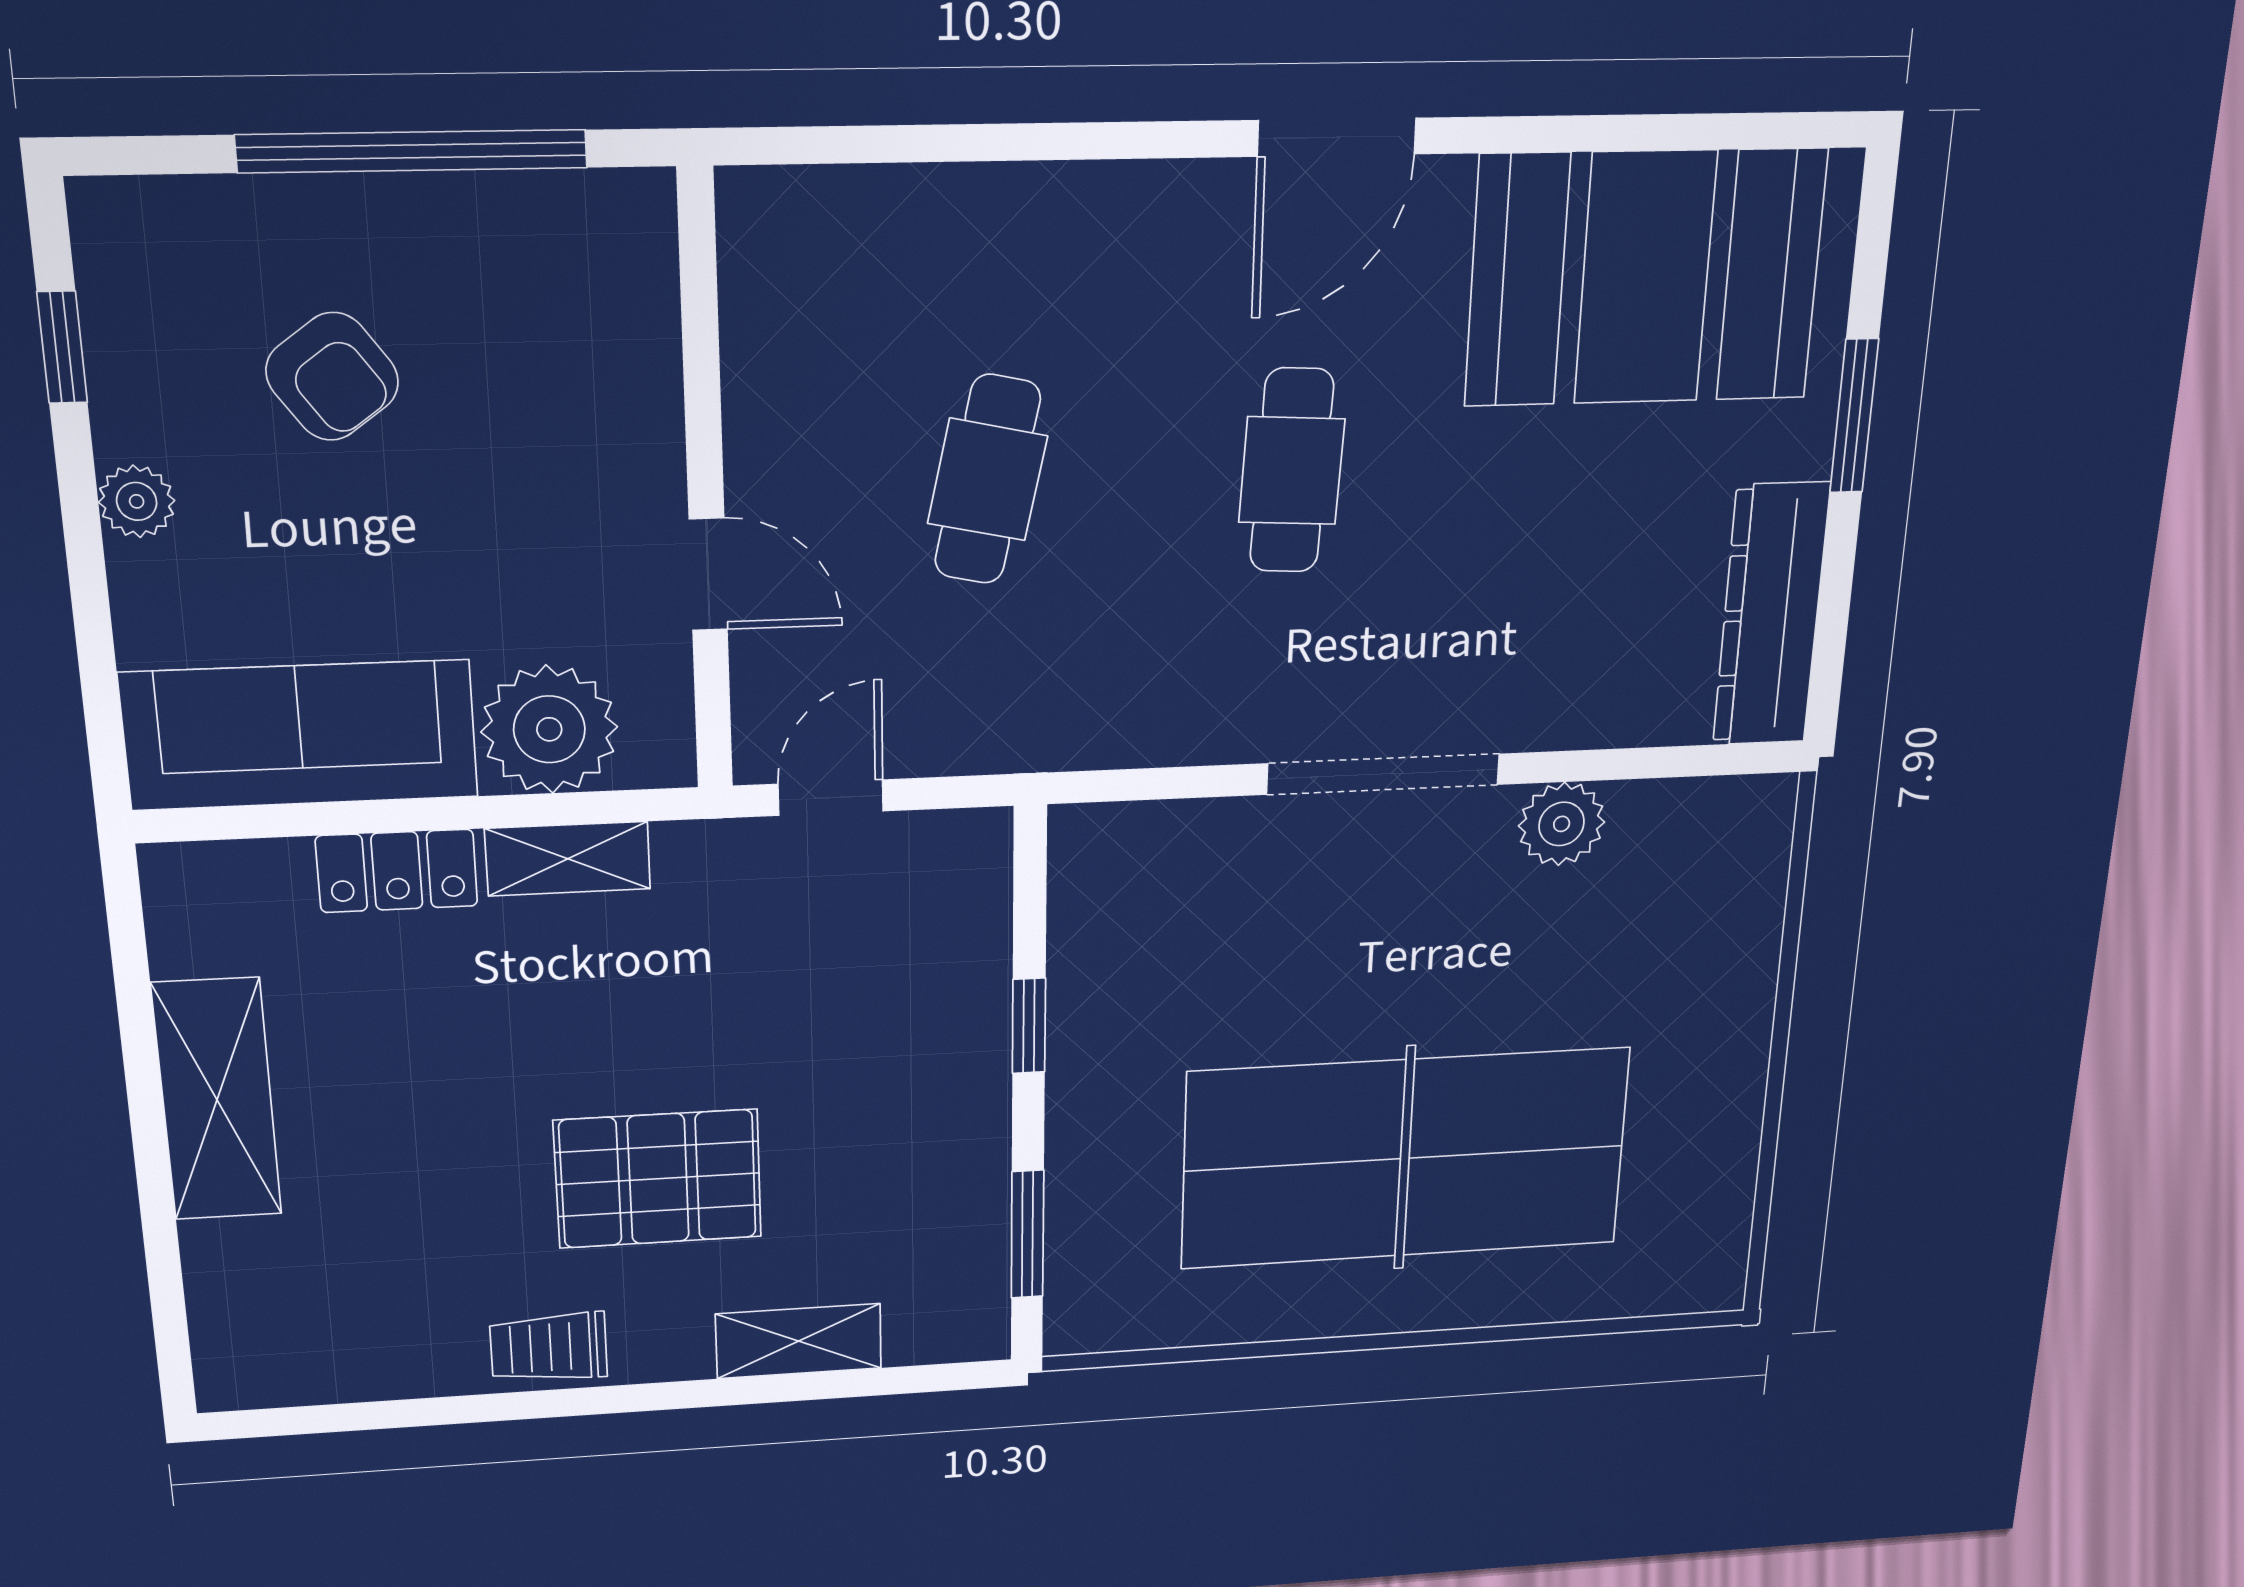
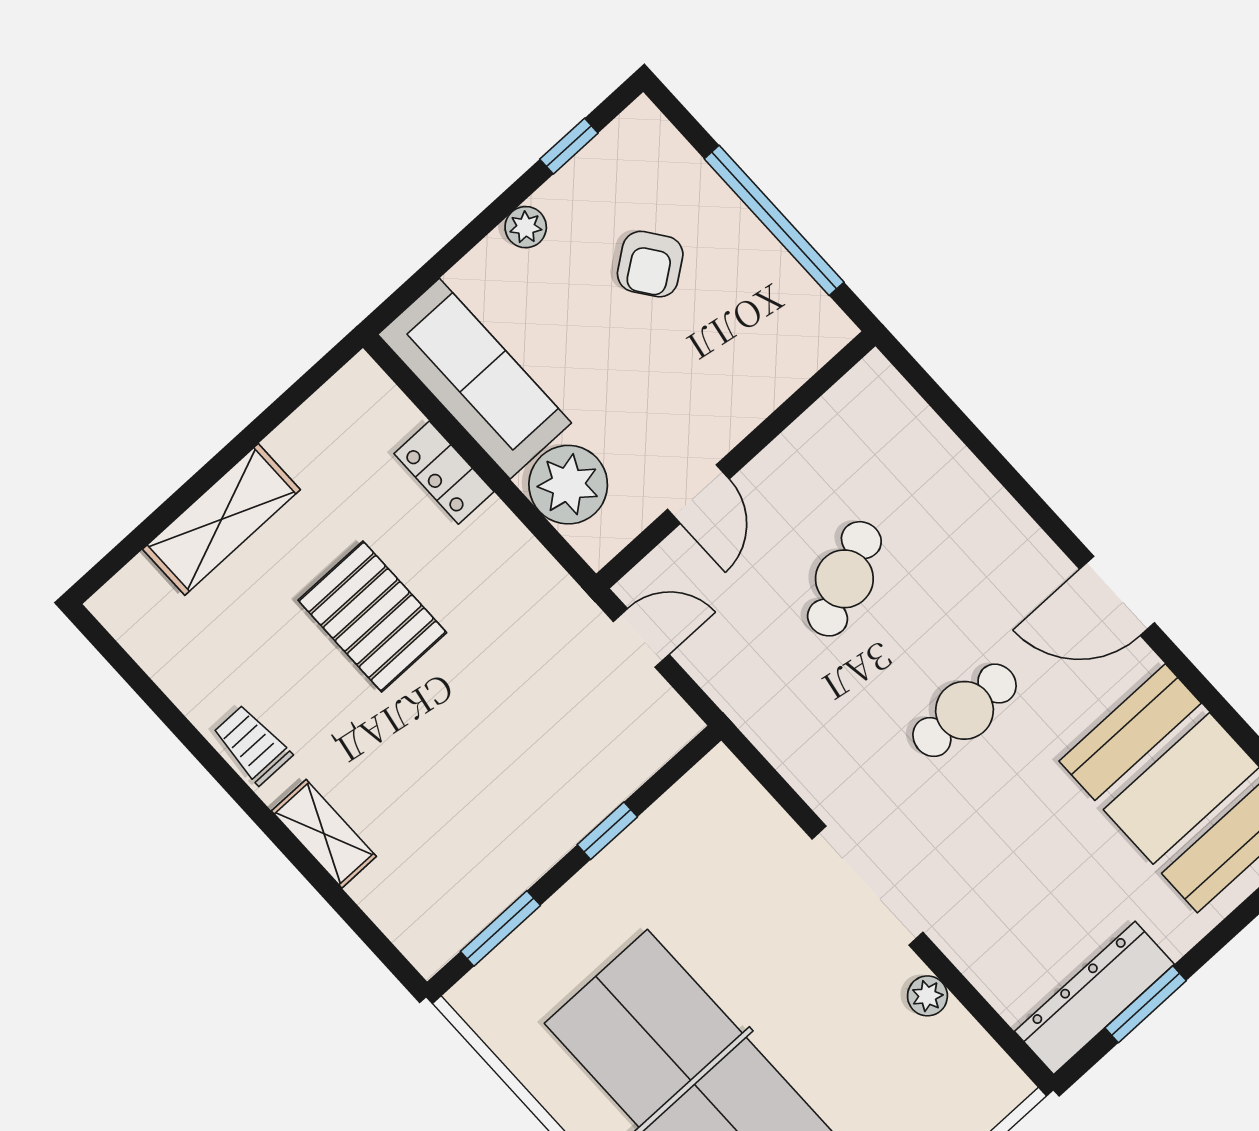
window: (1854, 416) -> (1146, 1004), moved
cafe table: (987, 480) -> (844, 579), turned -36
plant: (1562, 824) -> (927, 996), width x0.73, depth x0.73
shelving: (568, 859) -> (513, 544), removed
shelving: (217, 1100) -> (221, 519), moved
pallet: (658, 1179) -> (372, 616), moved
shelving: (799, 1341) -> (324, 834), moved

